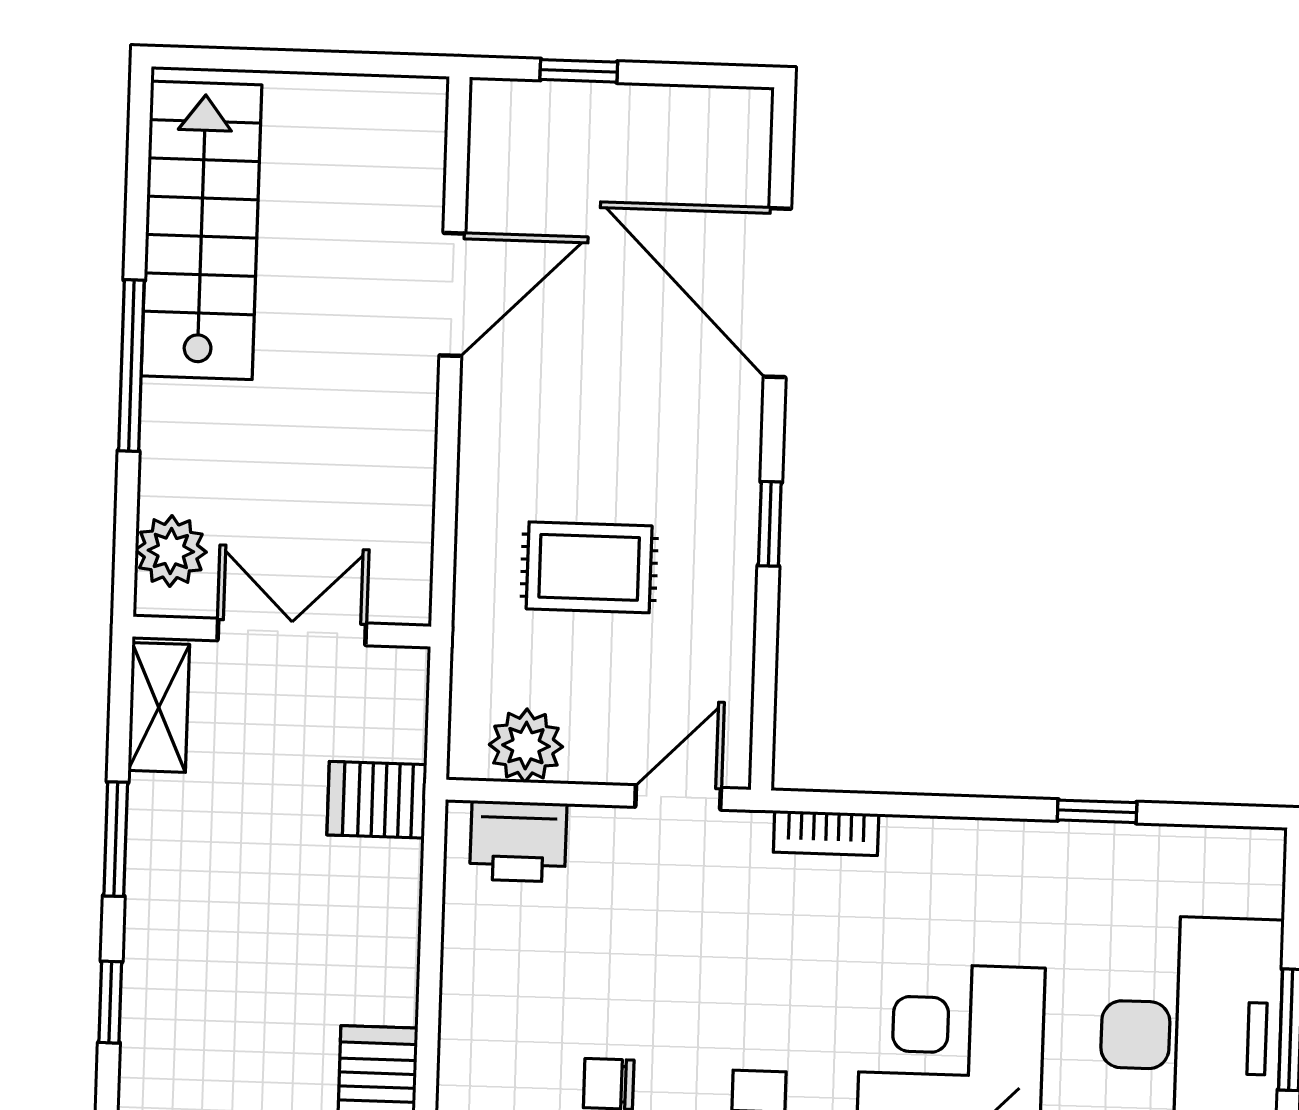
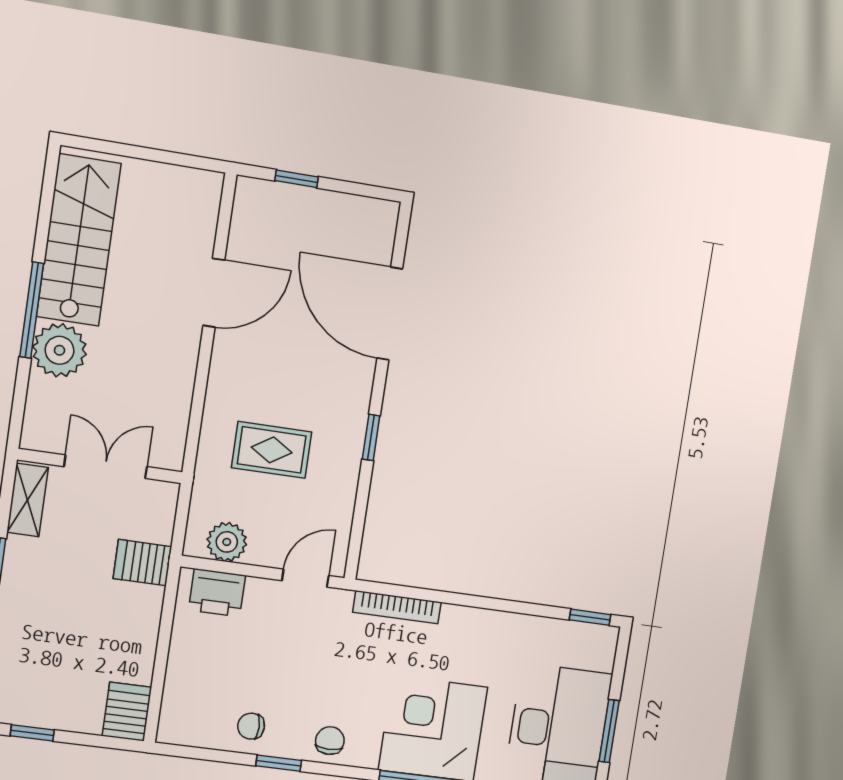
plant: (171, 551) -> (59, 350), moved, width x1.36, depth x1.36
window: (1097, 811) -> (590, 617), moved
bookcase: (826, 833) -> (397, 607), width x1.56

